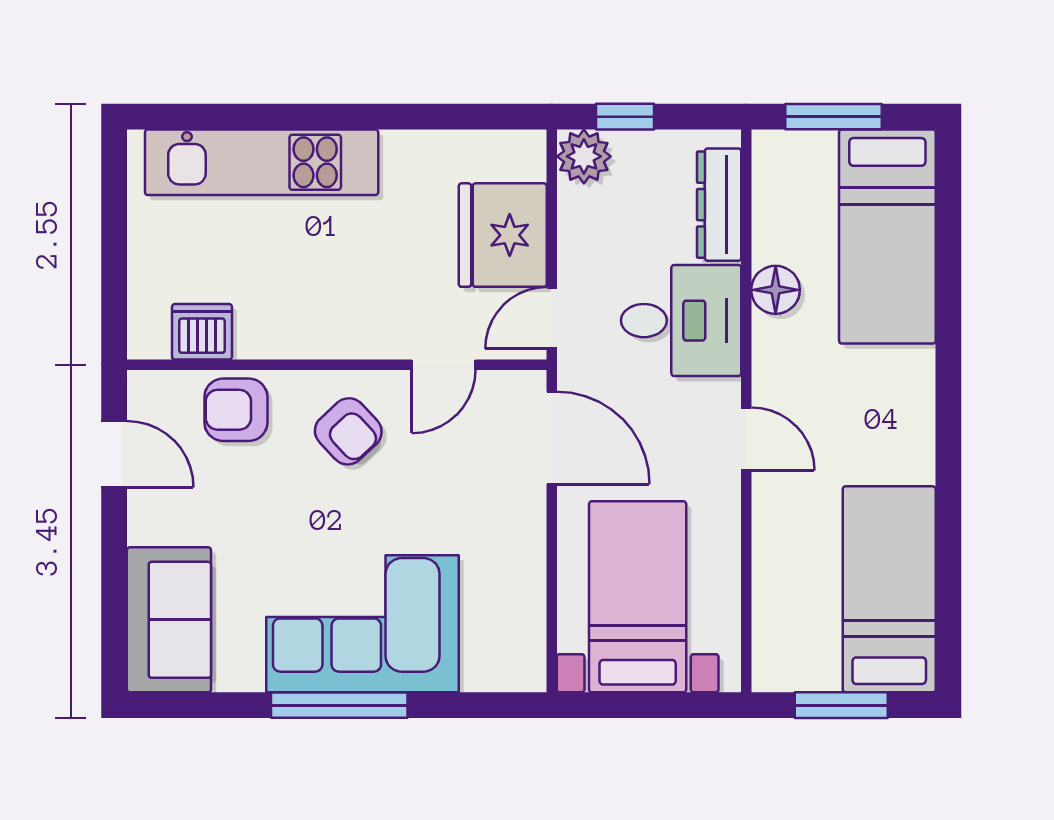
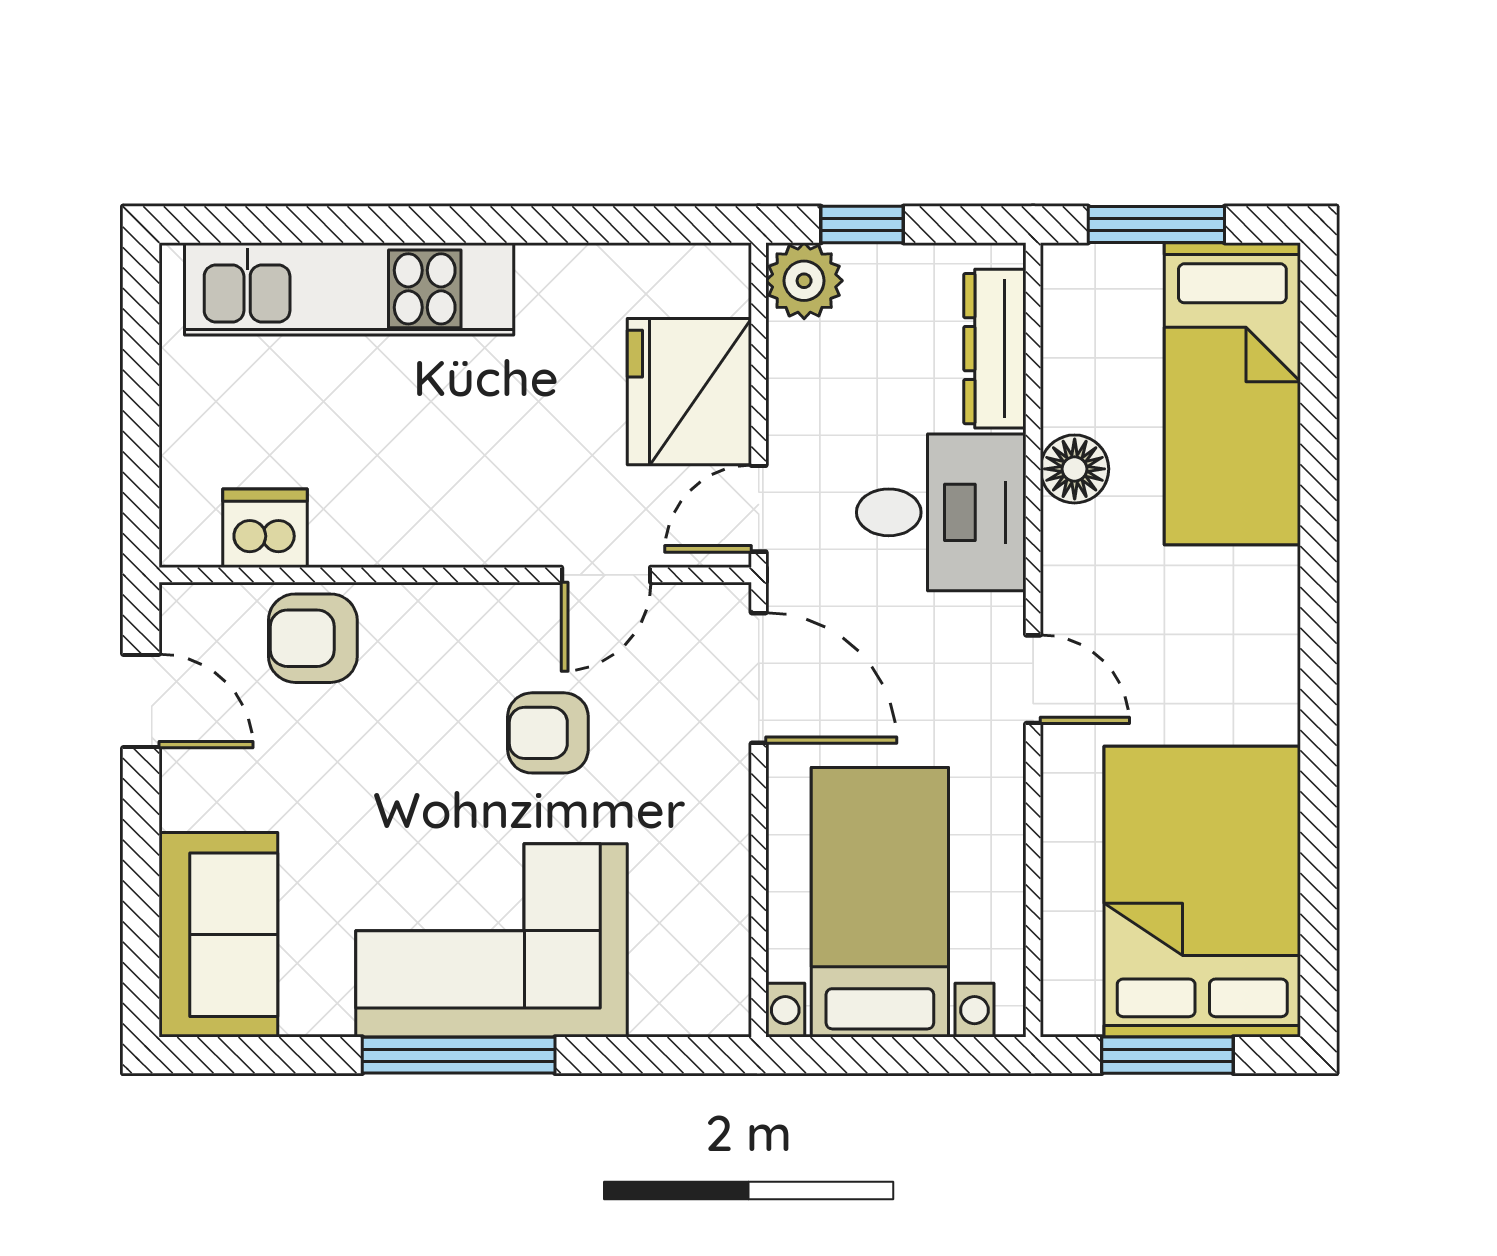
armchair: (348, 431) -> (548, 733), moved, turned 133
bed: (889, 589) -> (1202, 892), width x1.50

